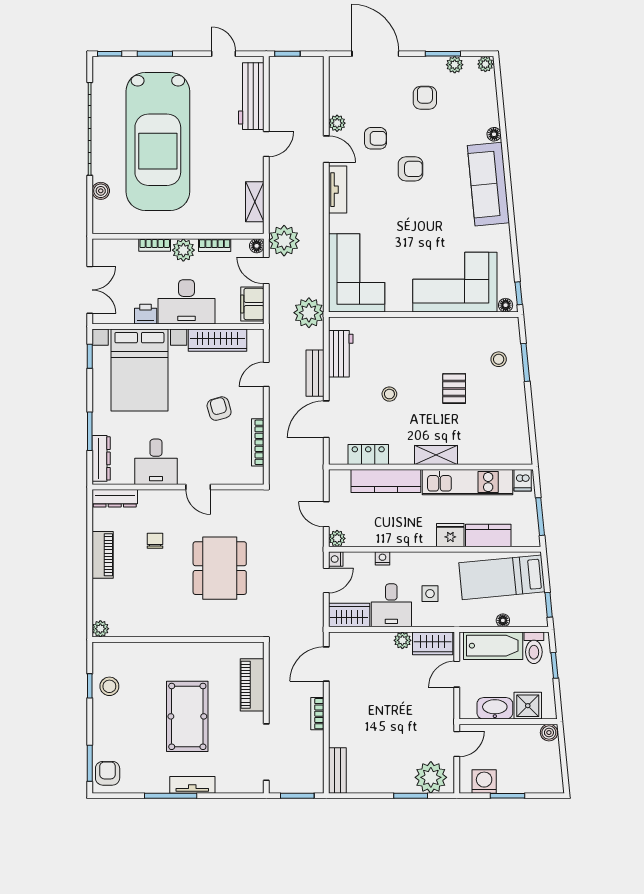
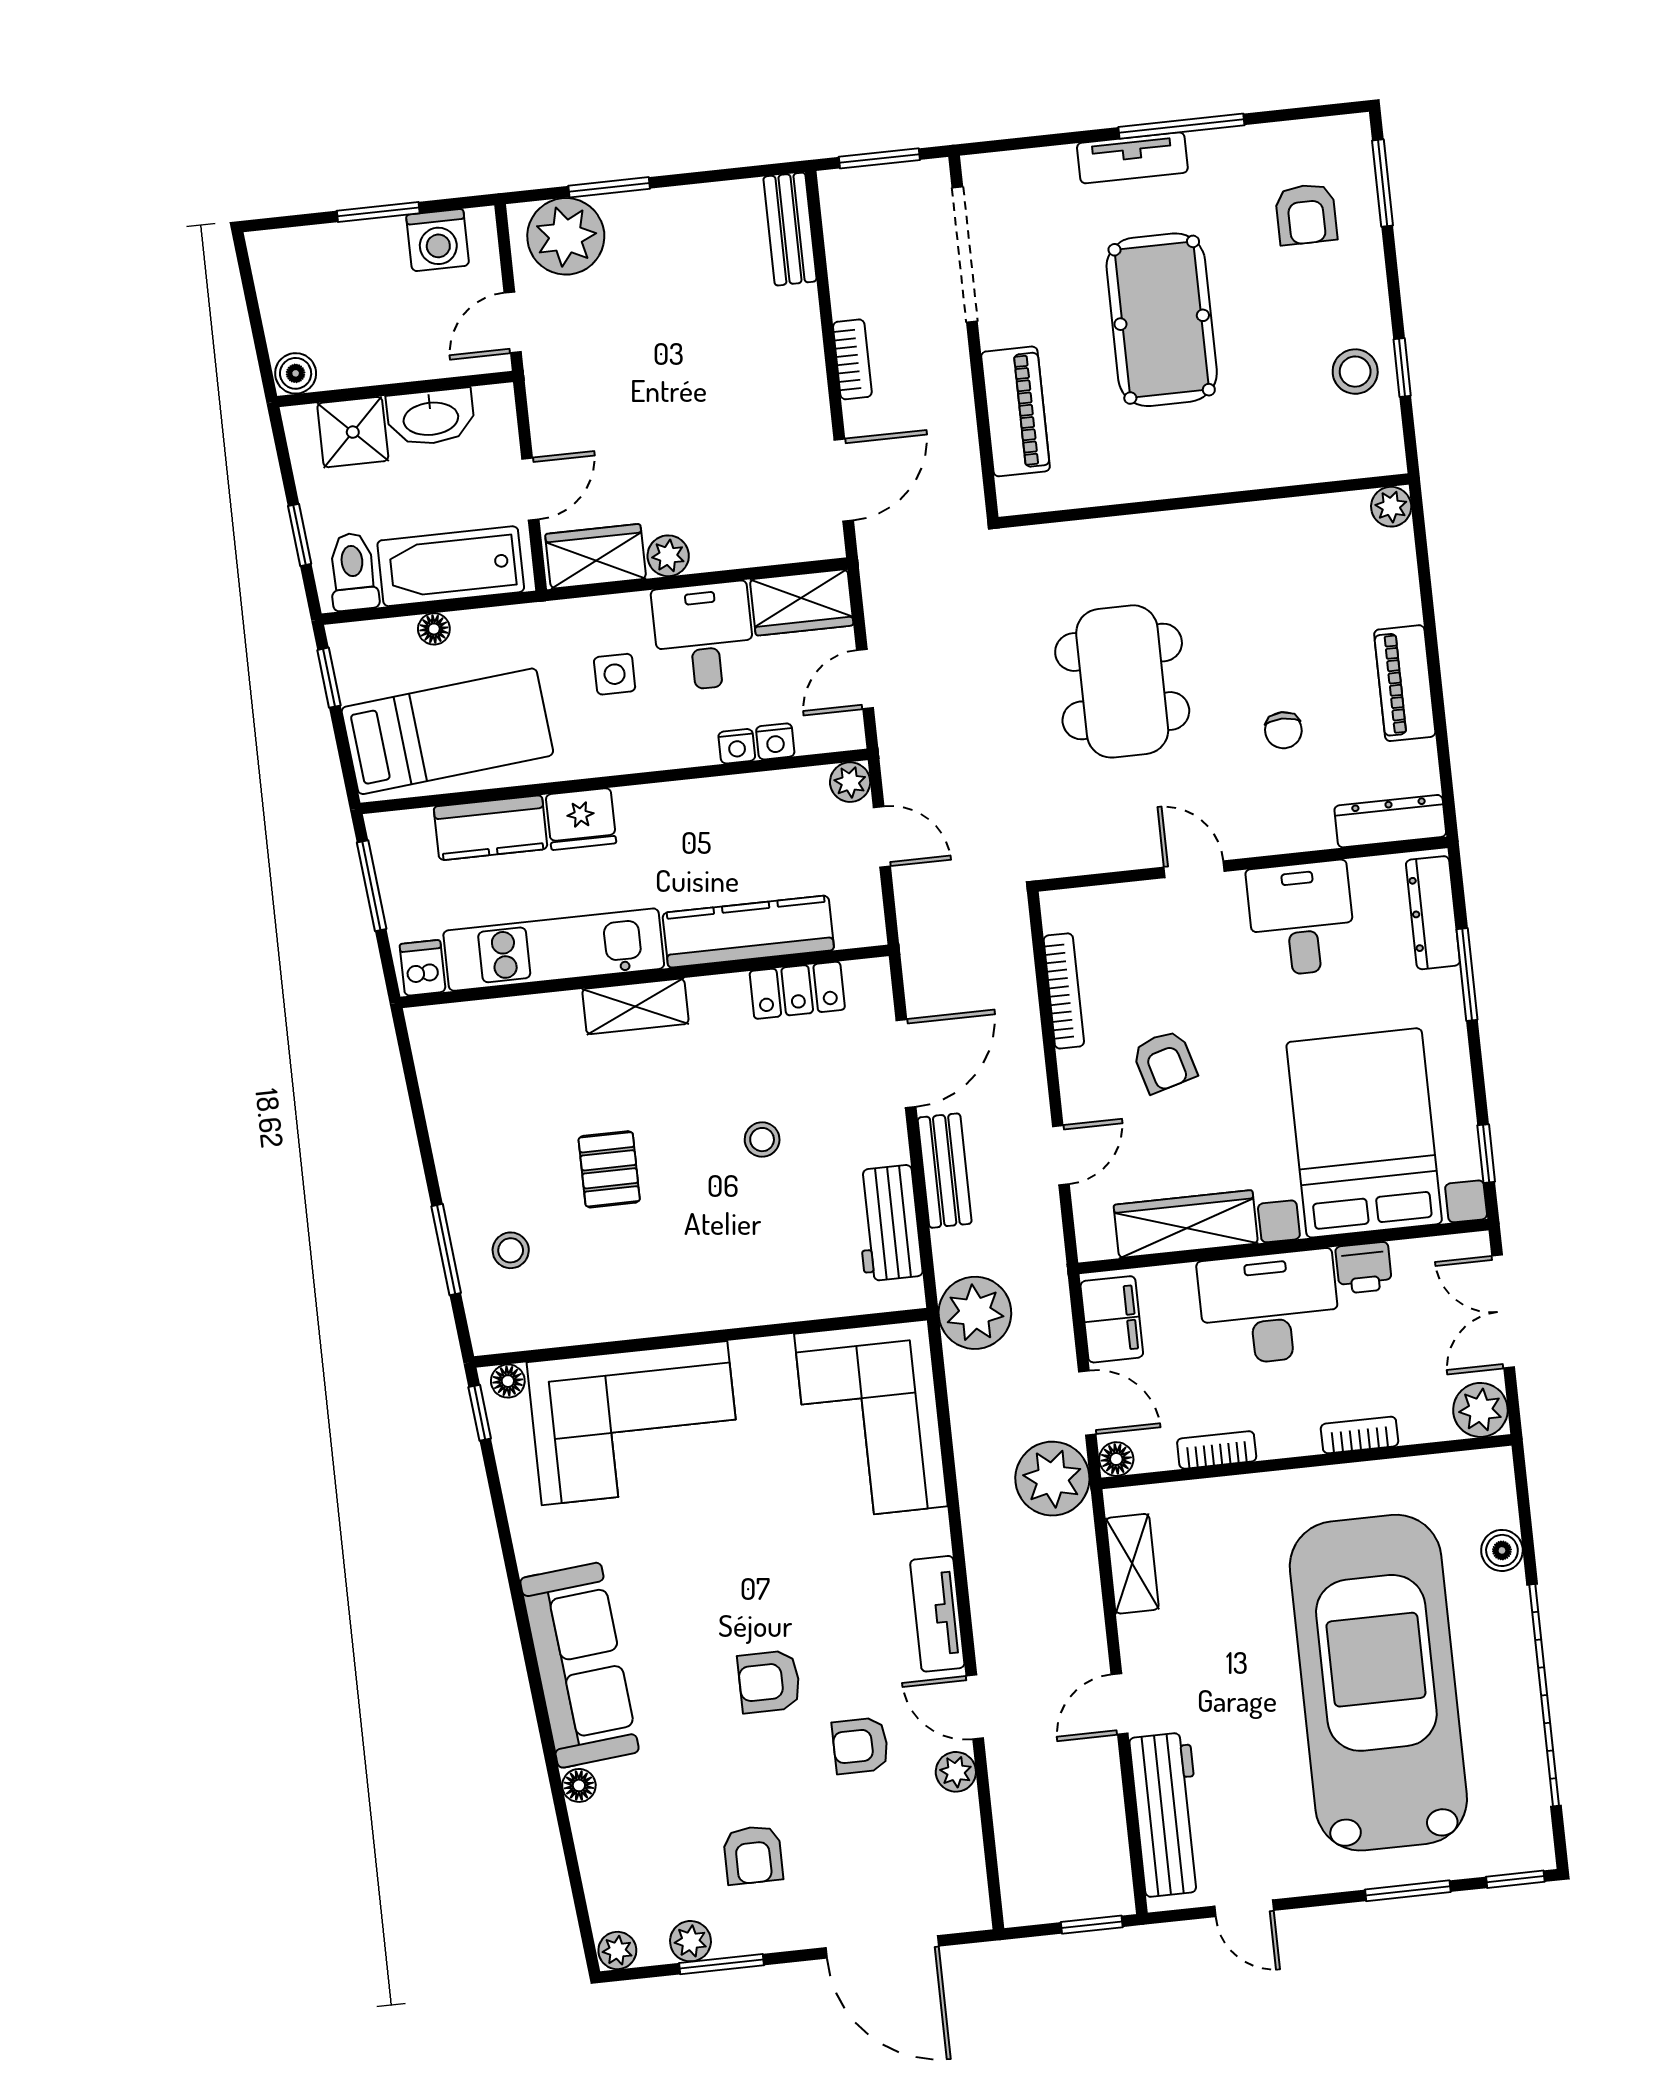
plant: (183, 250) -> (1480, 1410), moved
nightstand: (336, 559) -> (775, 741), moved, turned 90
armchair: (108, 773) -> (1306, 214), moved

